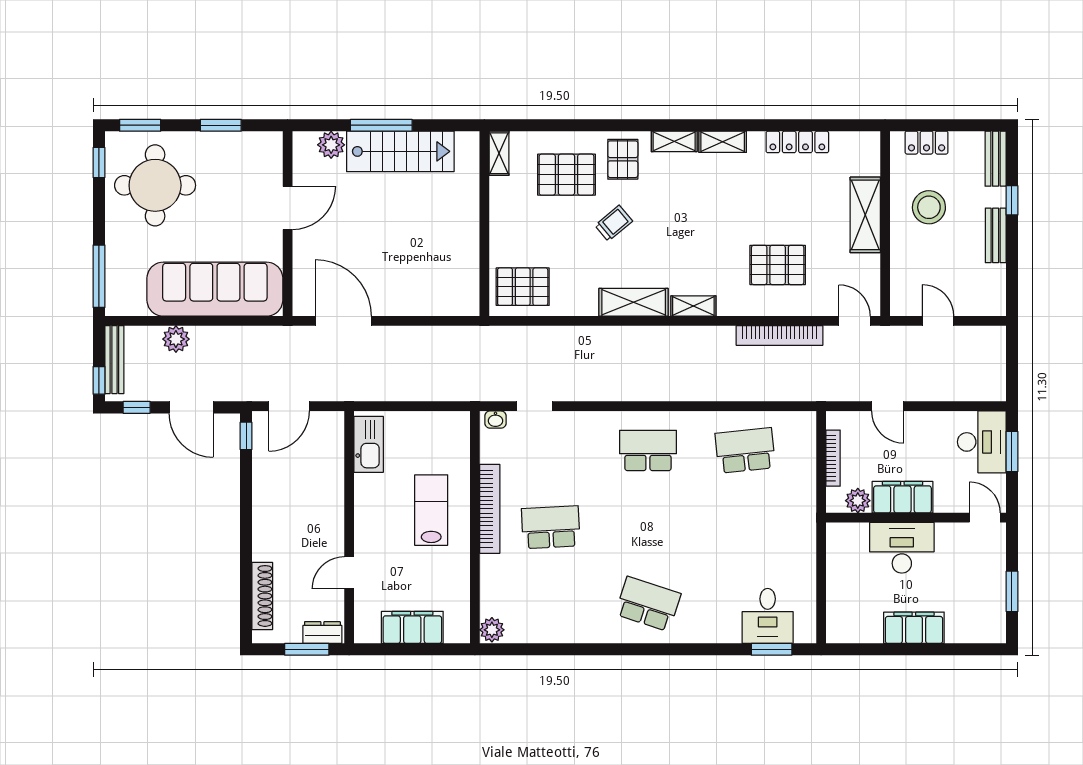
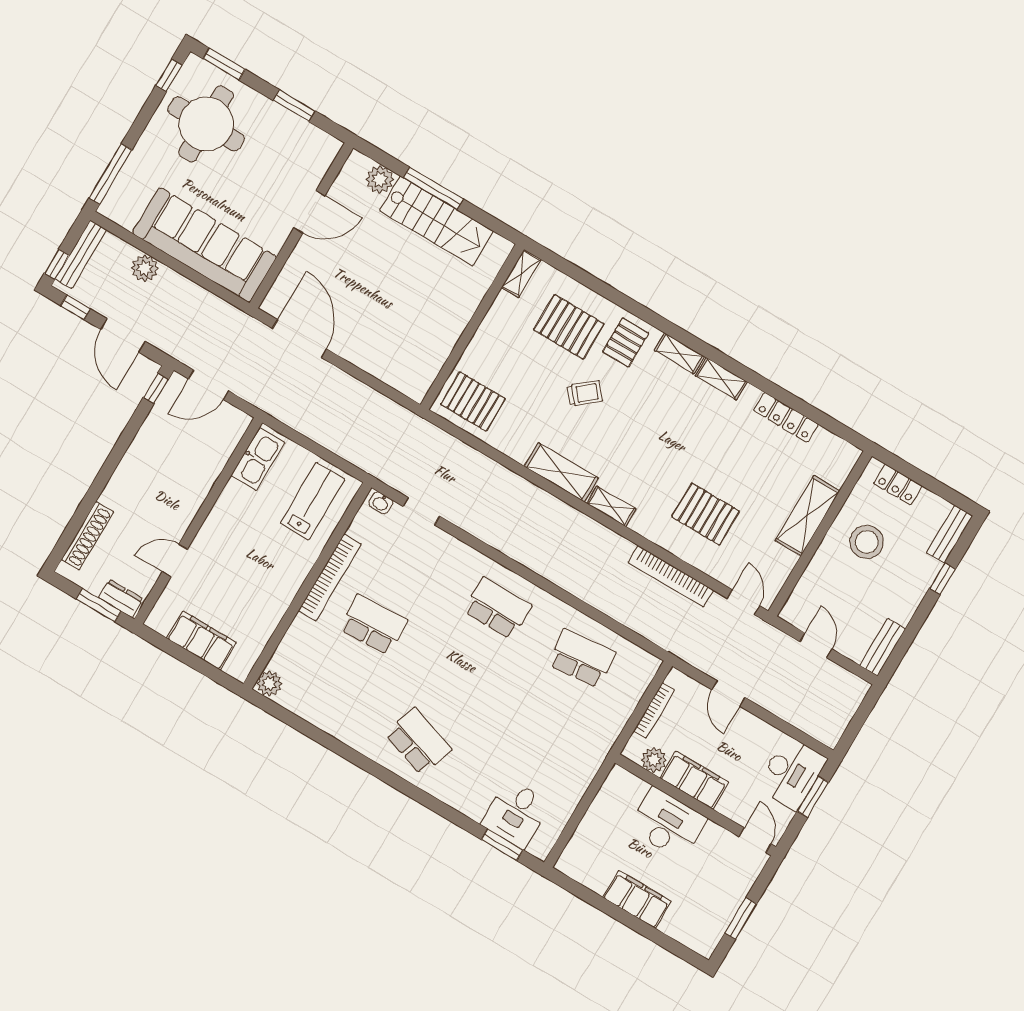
bench: (996, 235) -> (883, 647), moved
lab bench: (431, 510) -> (313, 501), moved

